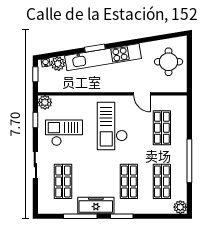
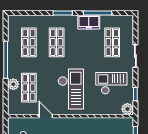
checkout: (64, 133) -> (111, 83), turned 180
freezer: (96, 205) -> (89, 22), width x0.71
plant: (180, 207) -> (13, 84), moved

